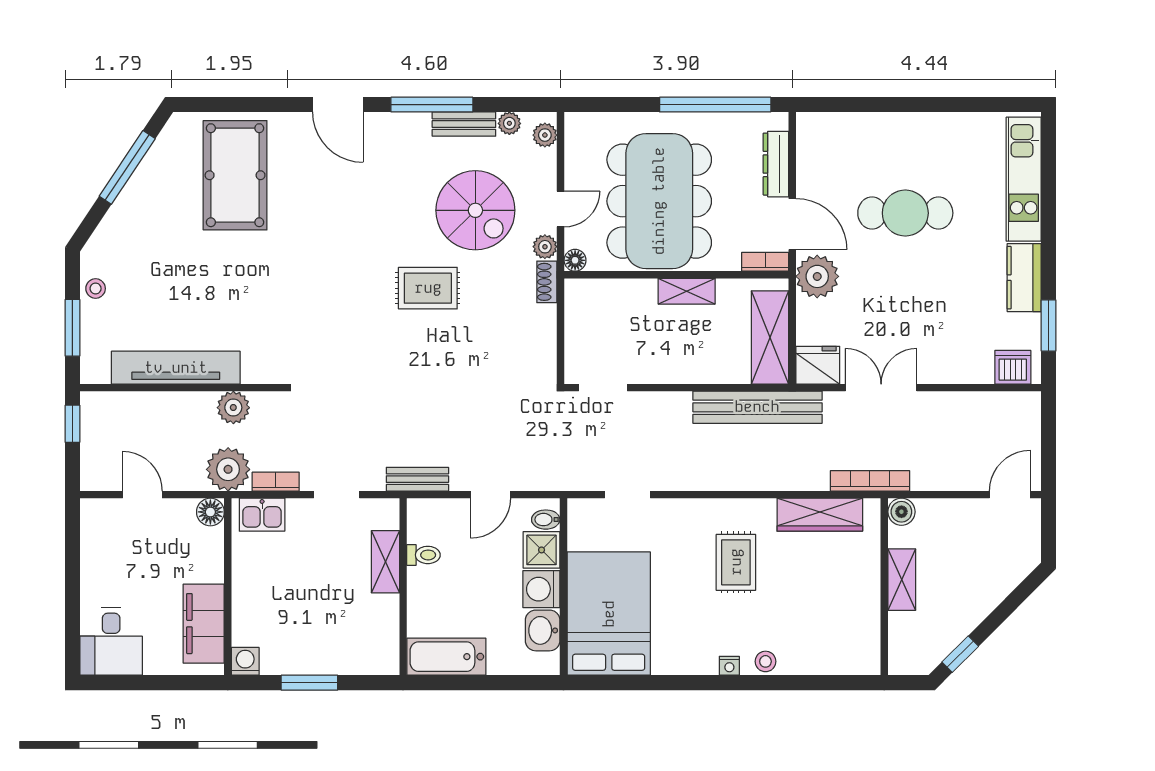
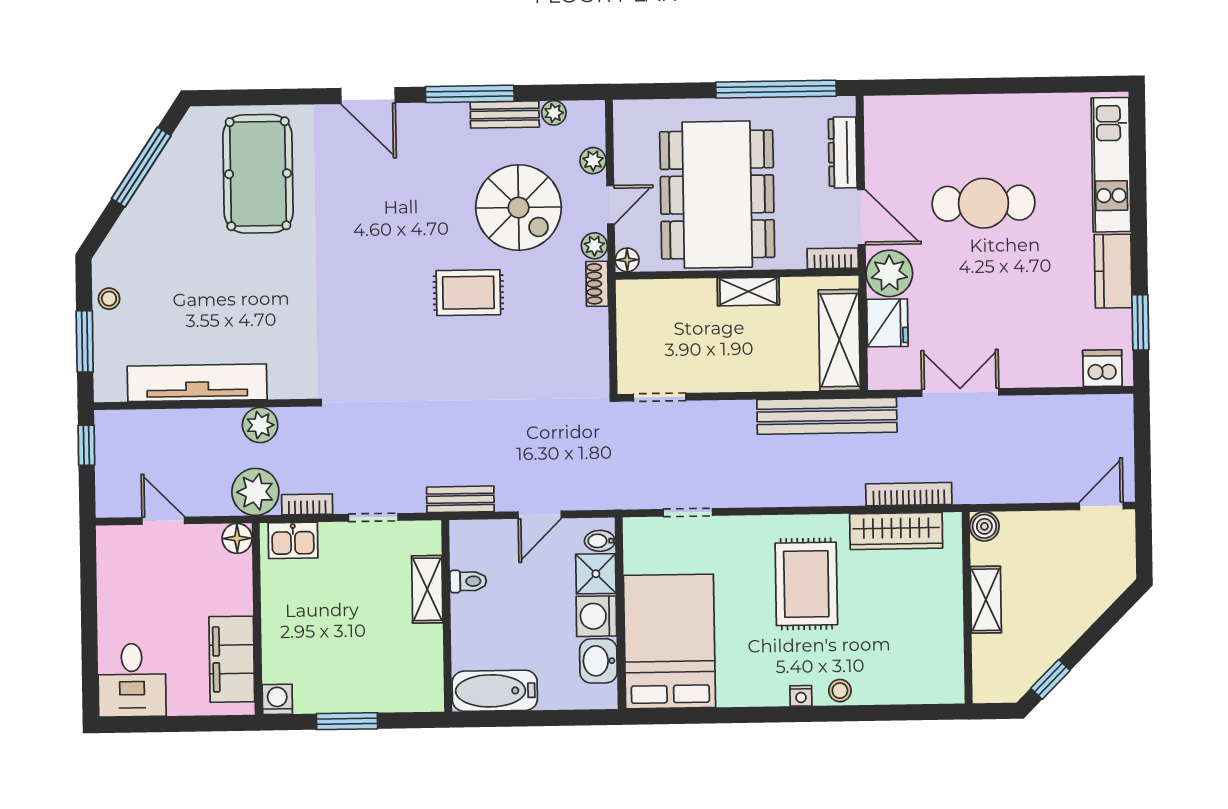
plant: (545, 135) -> (593, 161), moved
fridge: (818, 365) -> (887, 323), moved, turned 90
bookcase: (870, 481) -> (909, 494), moved
rug: (736, 562) -> (806, 584), width x1.36, depth x1.43

